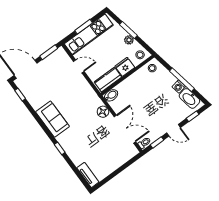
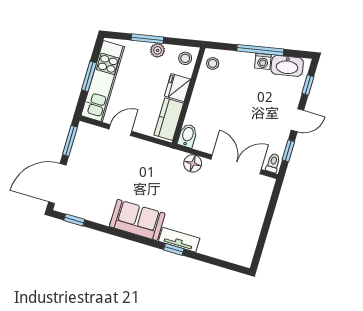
tv unit: (88, 175) -> (179, 240), moved

